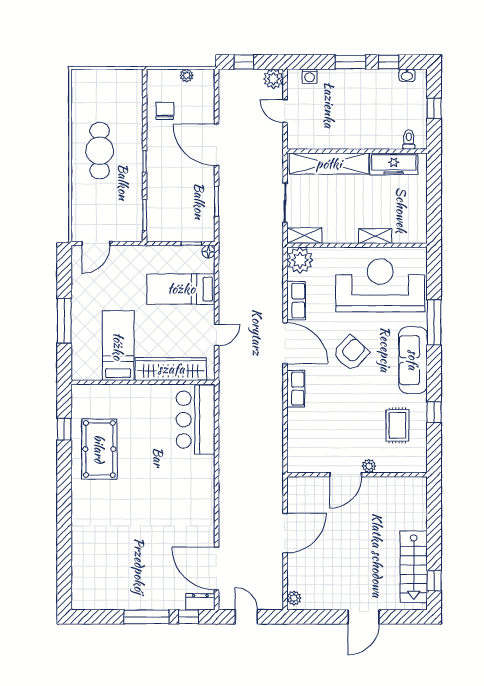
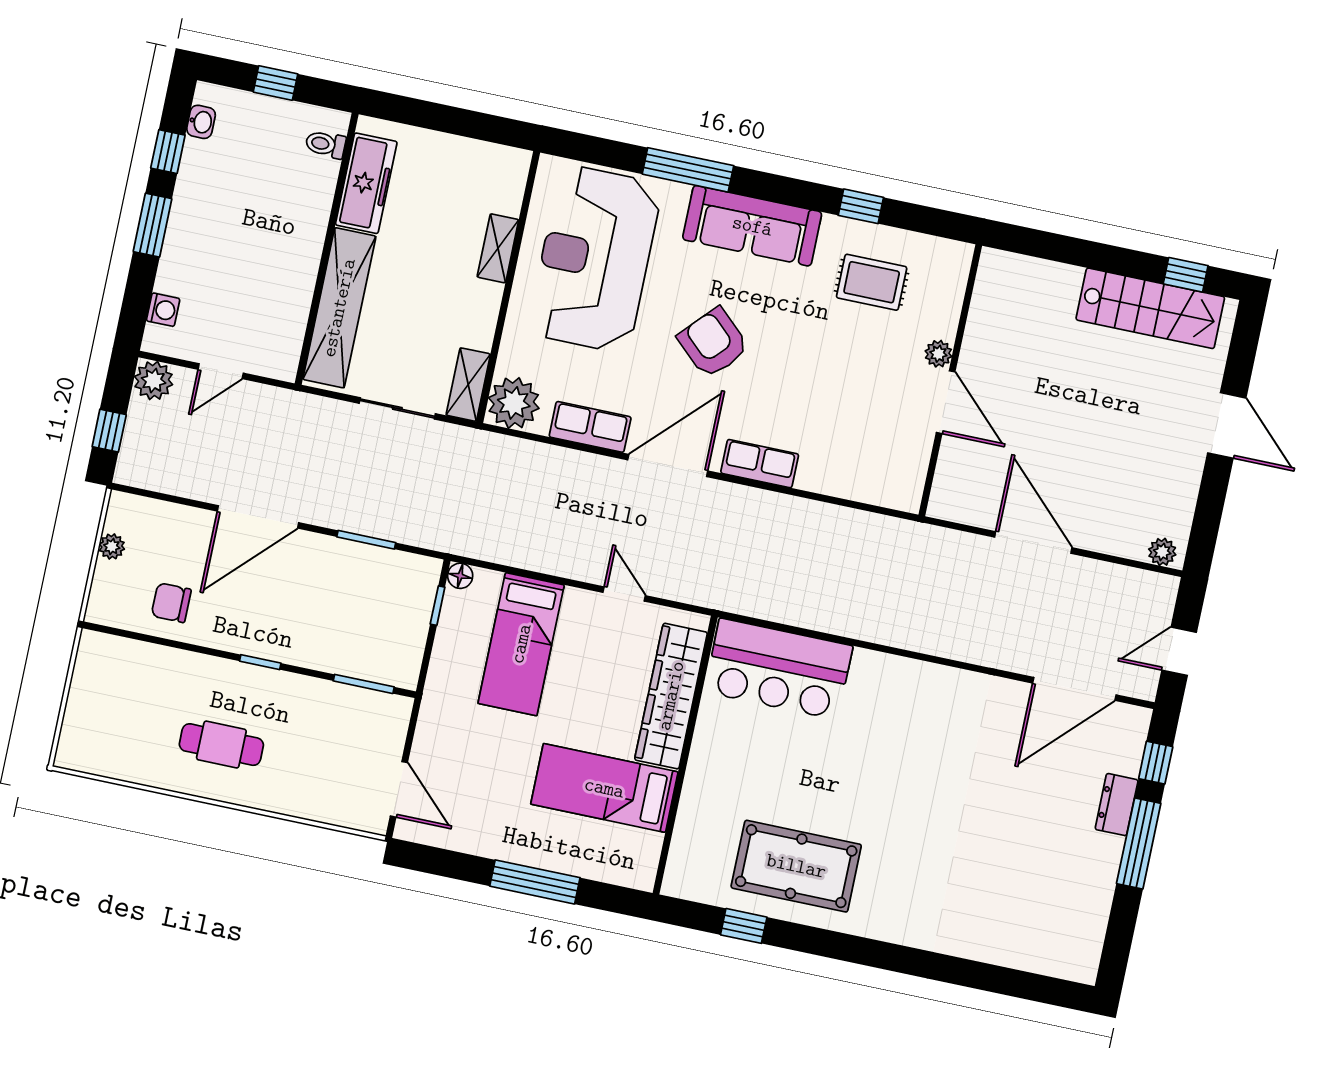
cafe table: (100, 151) -> (221, 745), width x0.73, depth x0.74
dresser: (200, 602) -> (1117, 805), moved

